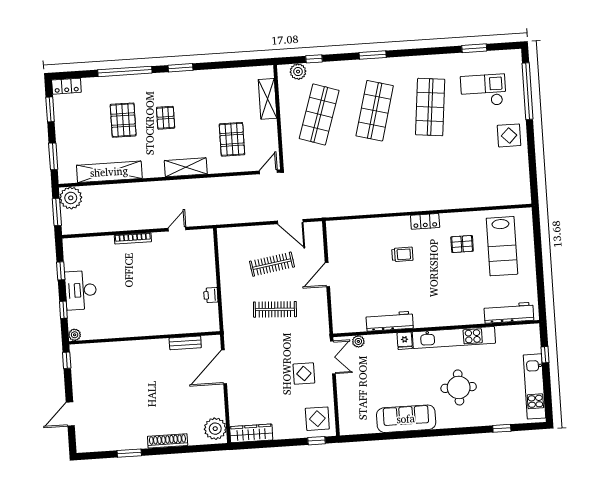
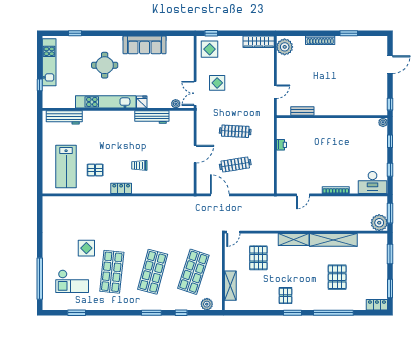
window: (314, 59) -> (181, 313), moved
pallet: (166, 118) -> (285, 296), moved
display table: (509, 135) -> (86, 248), moved
shelving: (109, 172) -> (333, 240), moved
lab bench: (502, 246) -> (66, 166), turned 180
desk: (81, 290) -> (372, 182), moved, turned 90
door: (224, 367) -> (275, 92), width x0.53

